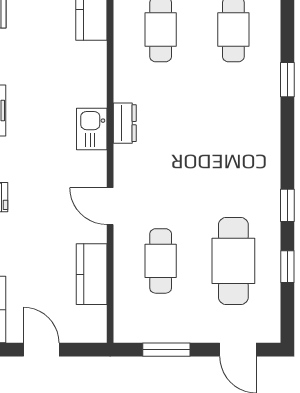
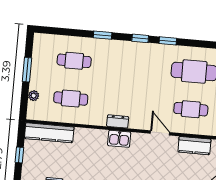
door: (110, 206) -> (160, 133), swing flipped
window: (287, 267) -> (140, 38), moved

